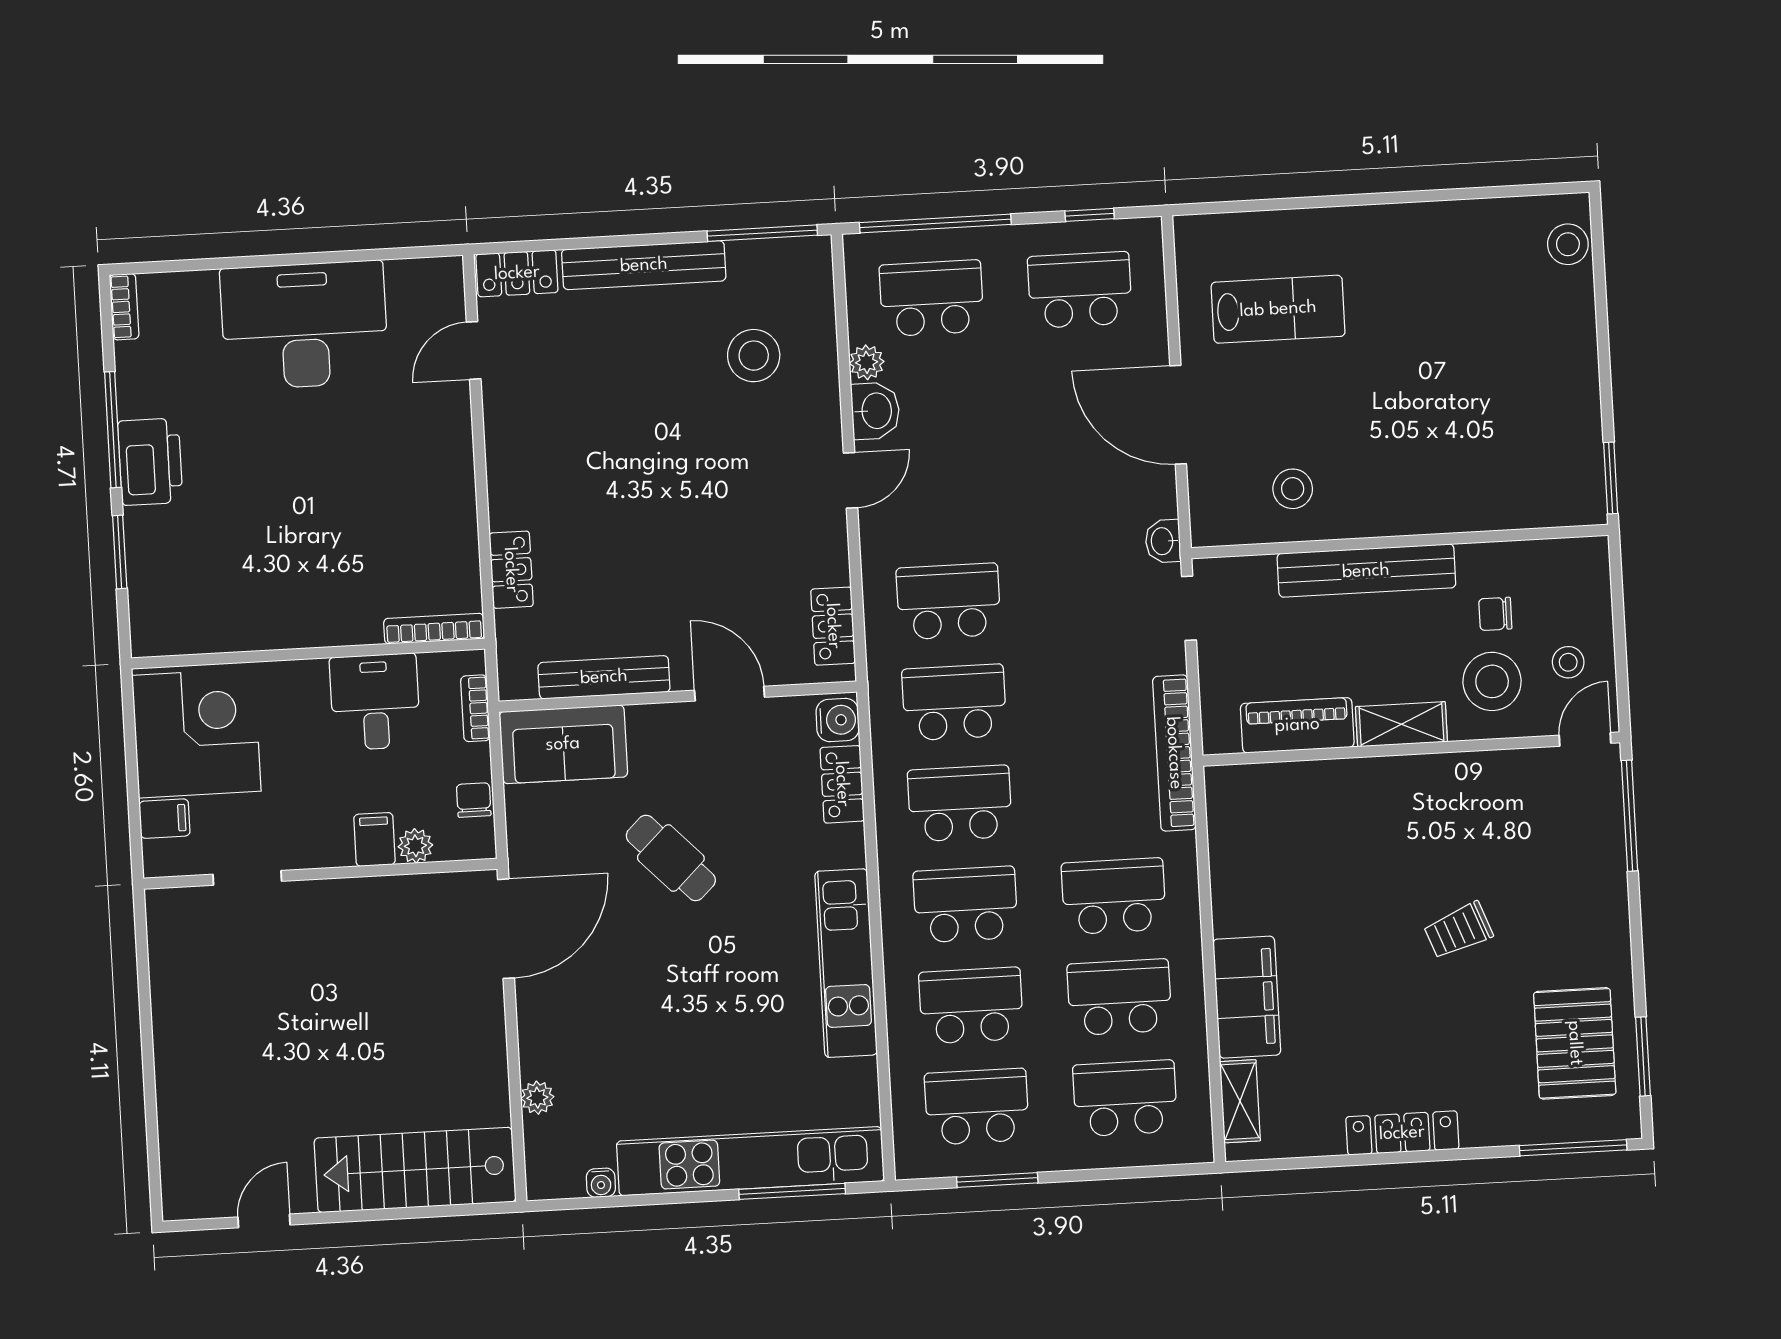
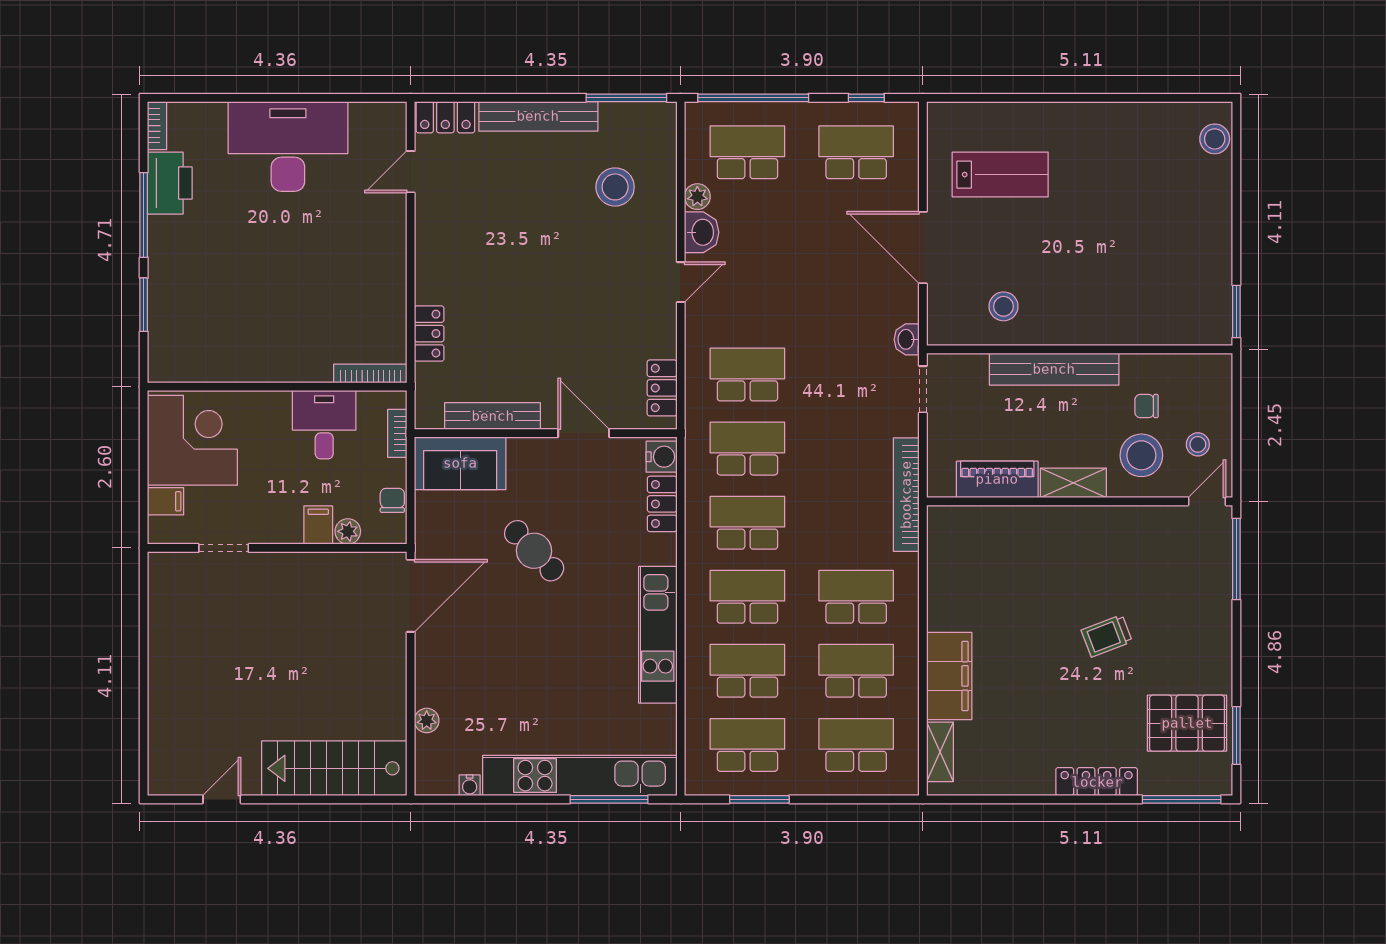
printer: (150, 462) -> (170, 183), moved
pallet: (1575, 1043) -> (1187, 723), turned 90
locker: (1402, 1133) -> (1097, 782), moved

